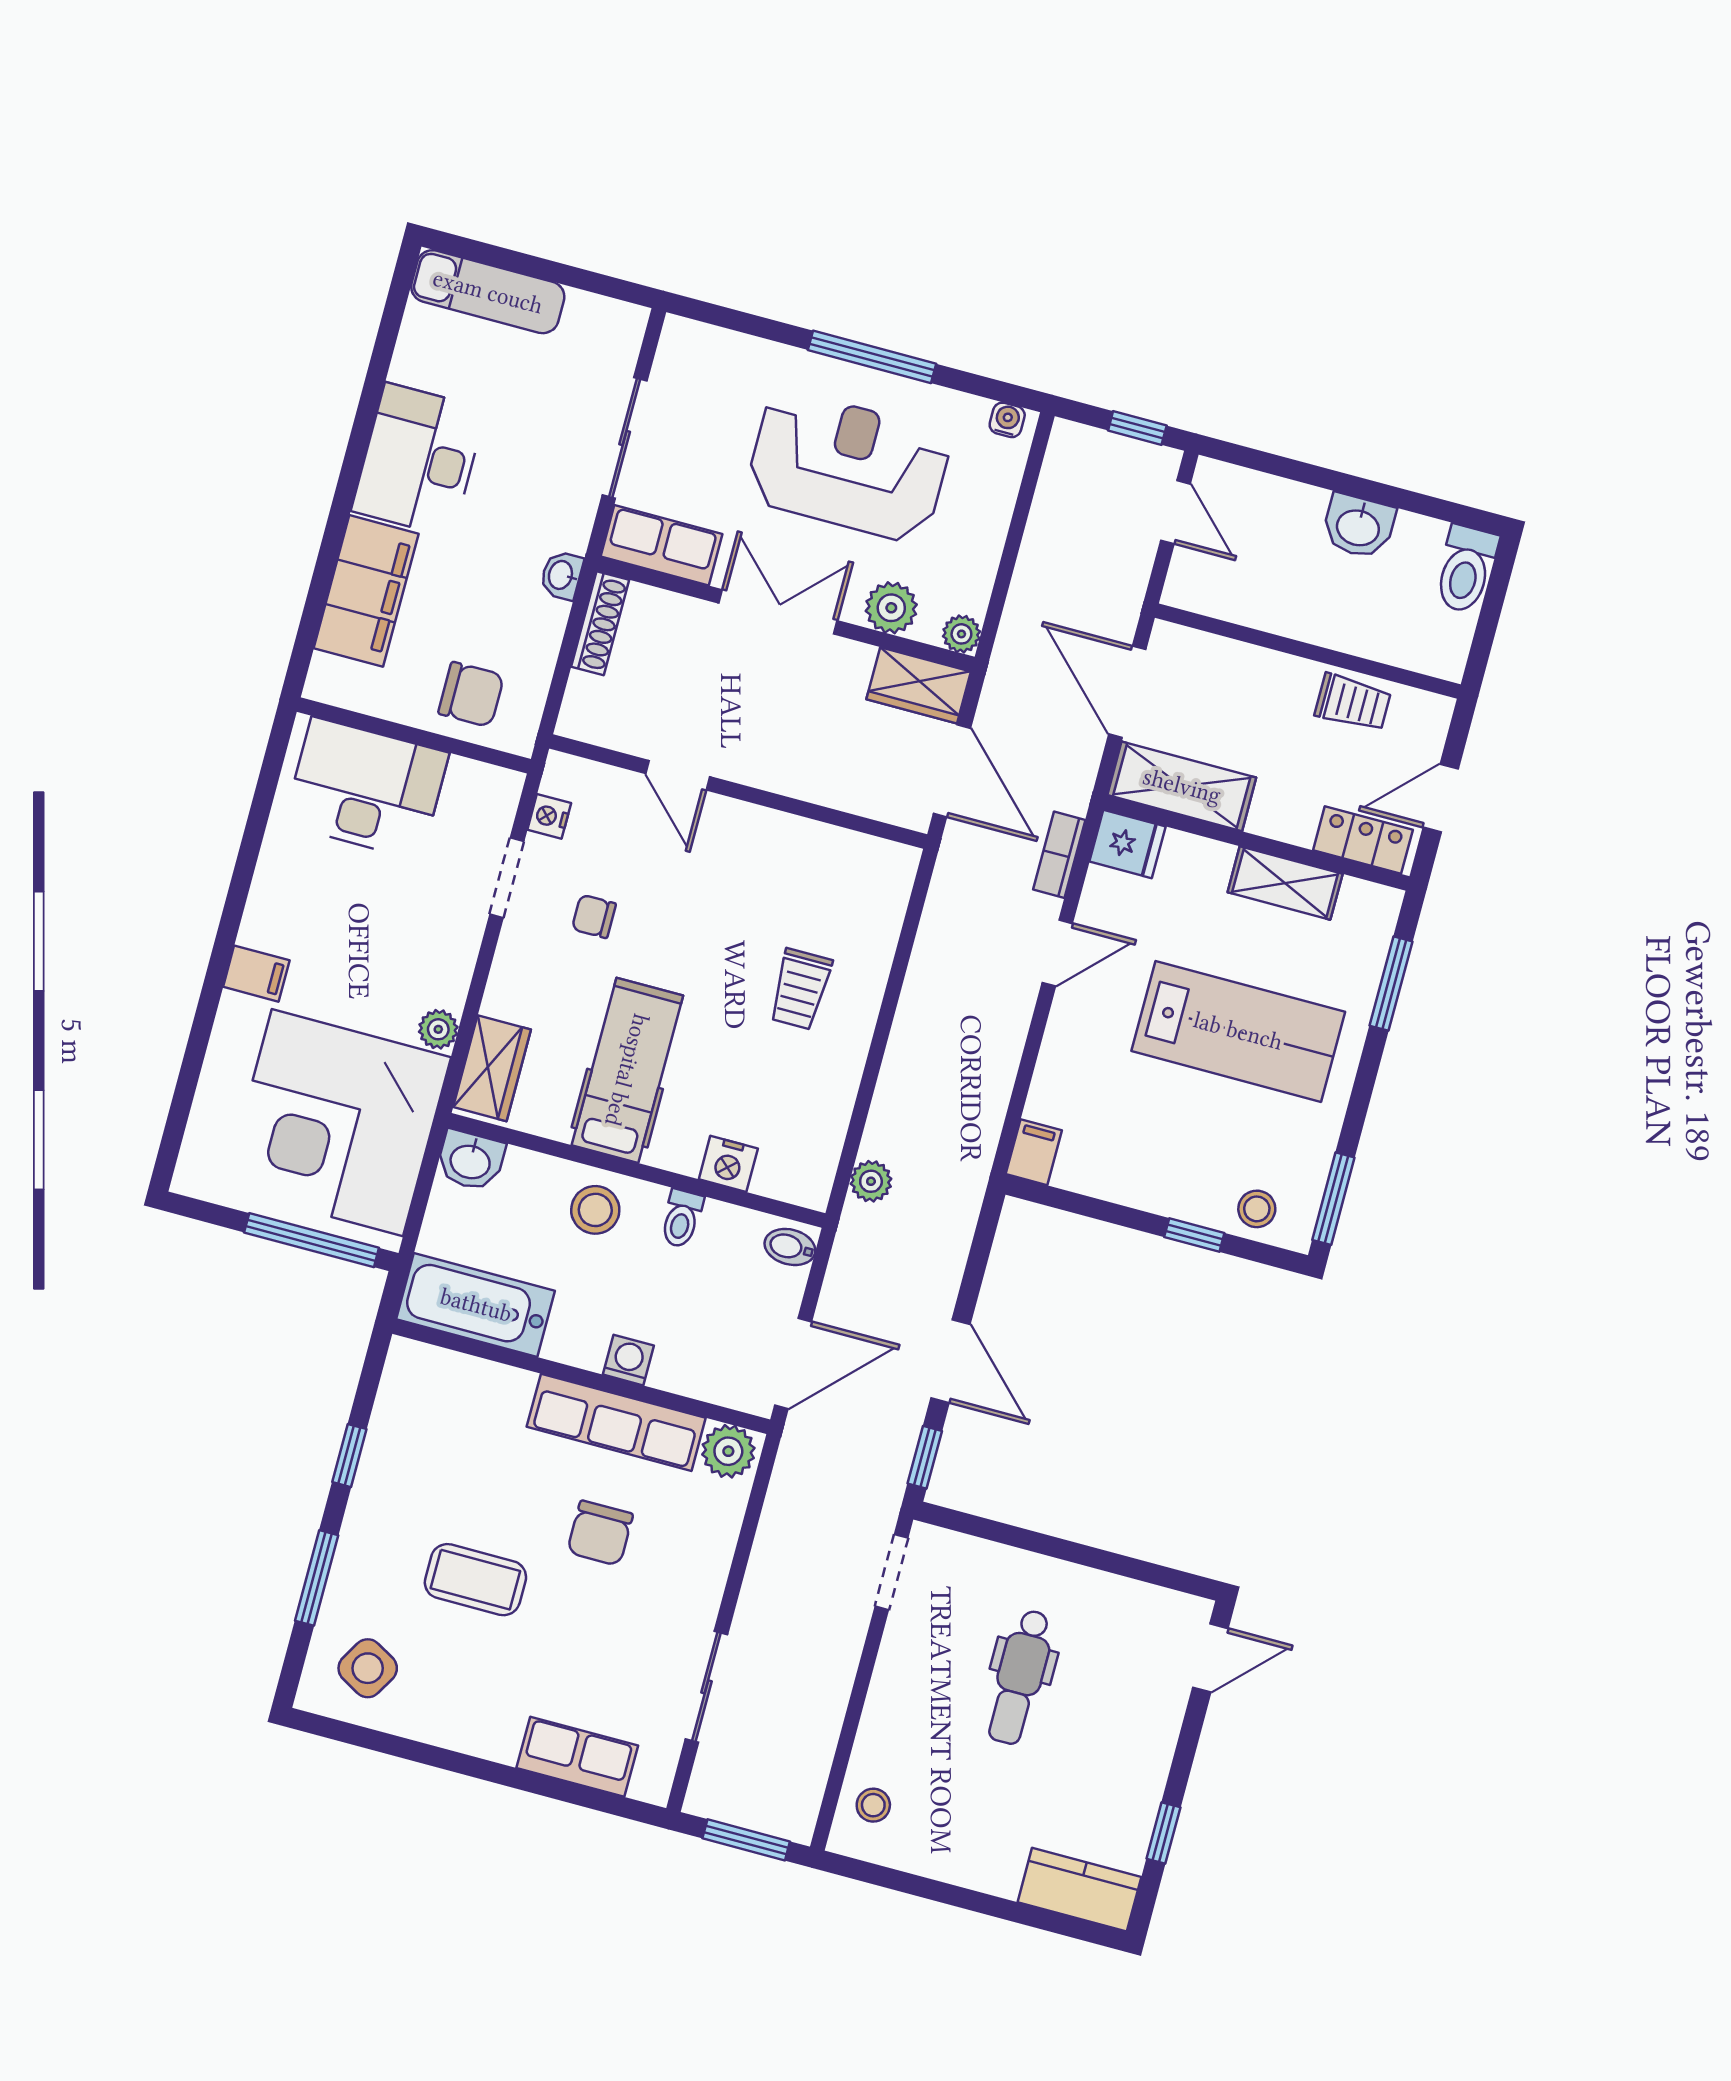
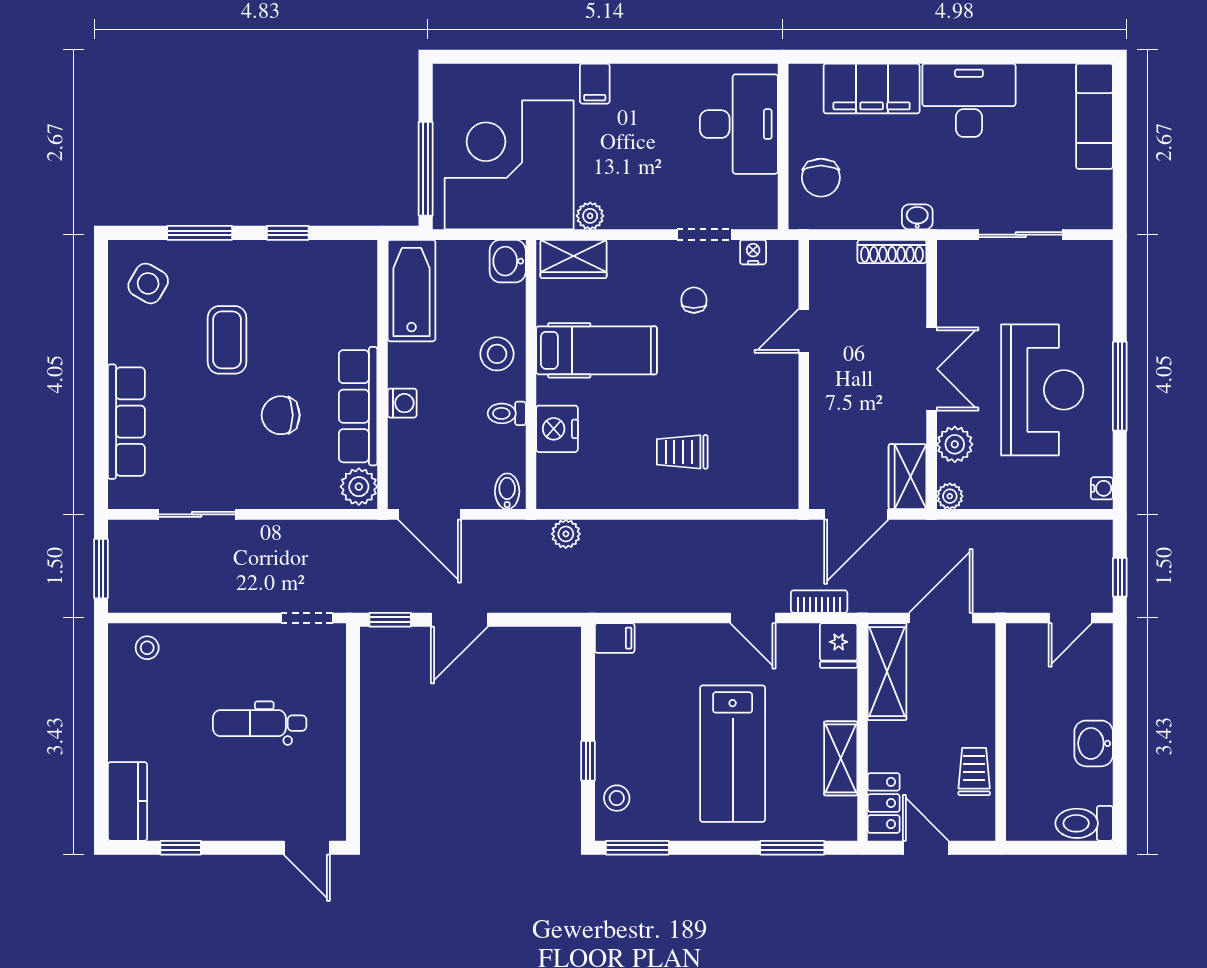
row of seats: (661, 545) -> (955, 279), removed
trolley: (1353, 703) -> (974, 771), turned 180
nightstand: (728, 1164) -> (557, 429), width x1.36, depth x1.33
row of seats: (577, 1757) -> (126, 422), width x1.48

